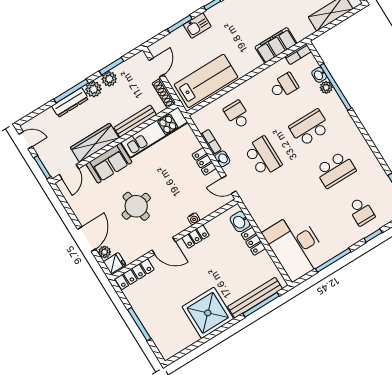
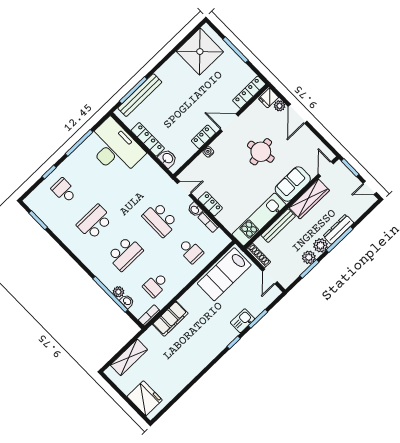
locker: (253, 241) -> (148, 139), width x1.53
shower: (208, 313) -> (200, 52), moved

